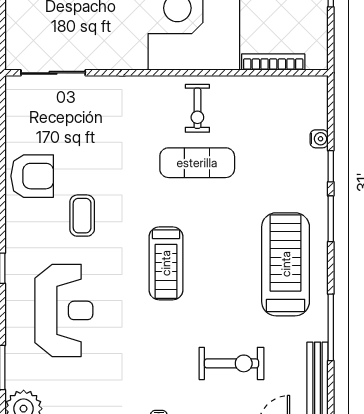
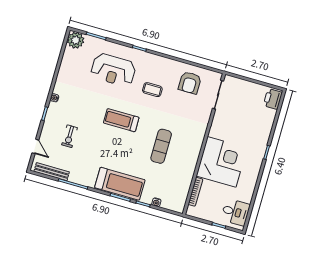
exercise bike: (197, 108) -> (185, 153), removed
armchair: (32, 176) -> (190, 83), moved
treadmill: (286, 264) -> (120, 184), moved
exercise bike: (231, 363) -> (70, 136), width x0.73, depth x0.72

